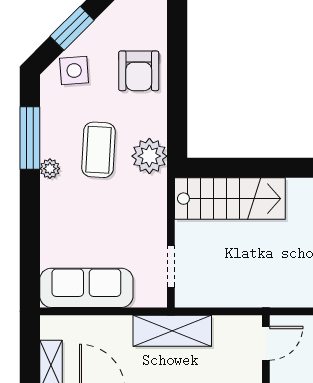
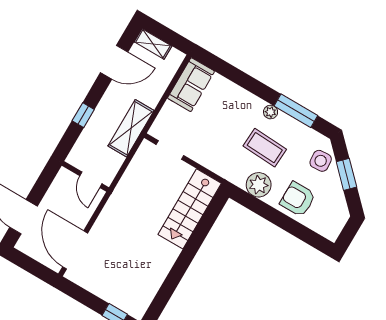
plant: (149, 156) -> (259, 185), moved
sofa: (86, 288) -> (191, 85), width x0.73

